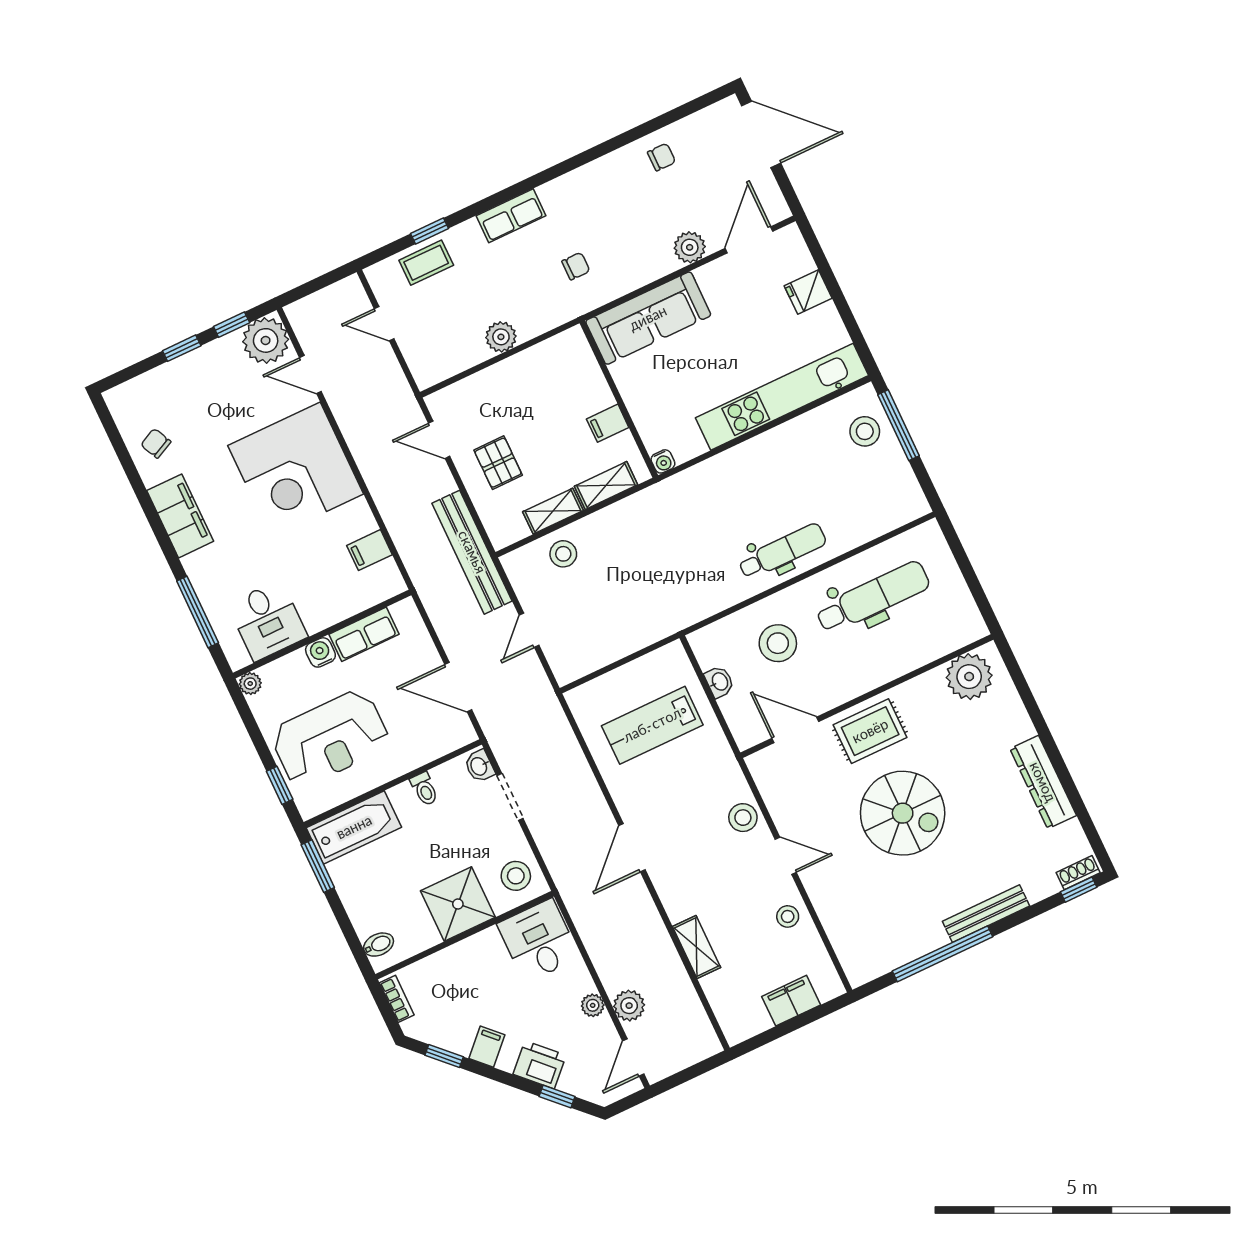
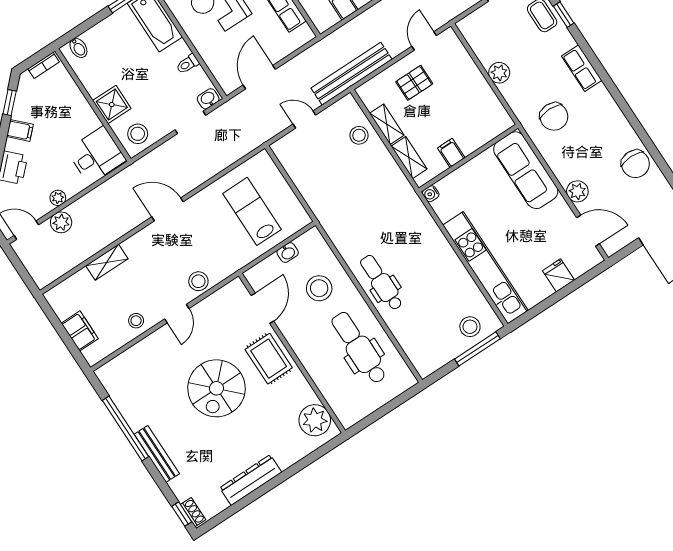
chair: (662, 157) -> (635, 164), width x1.87, depth x1.87
chair: (576, 266) -> (554, 117), width x1.87, depth x1.87
dental chair: (782, 551) -> (381, 283), turned 180
dental chair: (873, 597) -> (359, 348), turned 180
shower: (458, 904) -> (112, 105), width x0.73, depth x0.73

